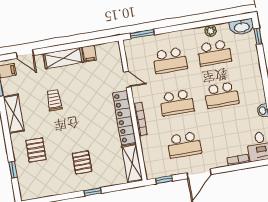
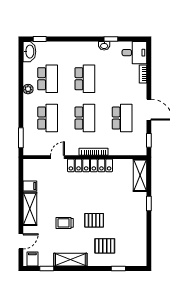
plant: (211, 31) -> (28, 89), moved
pallet: (82, 162) -> (94, 220), moved
shelving: (132, 163) -> (140, 175), moved, turned 90

